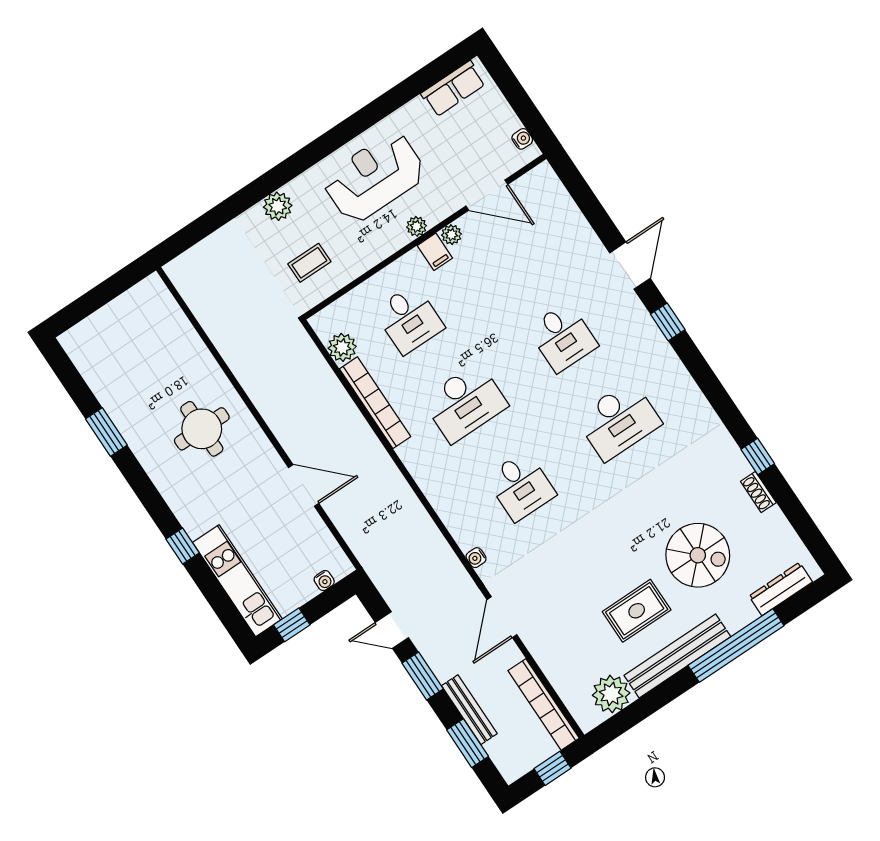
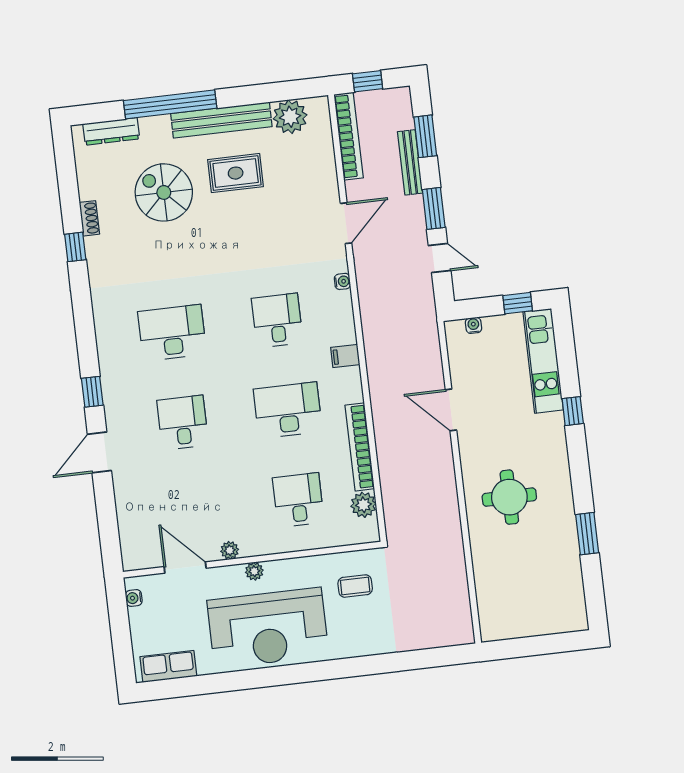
reception desk: (374, 177) -> (268, 628), width x1.36, depth x1.30
plant: (278, 206) -> (357, 644), removed
filing cabinet: (435, 252) -> (345, 356), moved, turned -90

